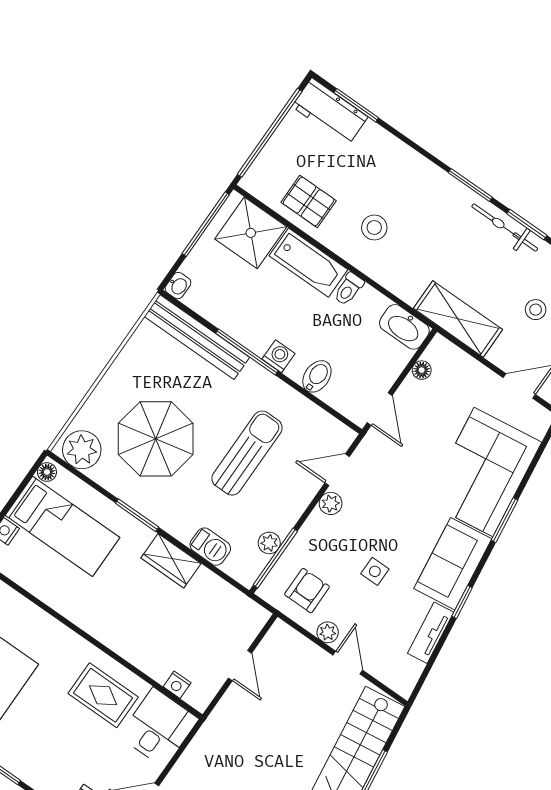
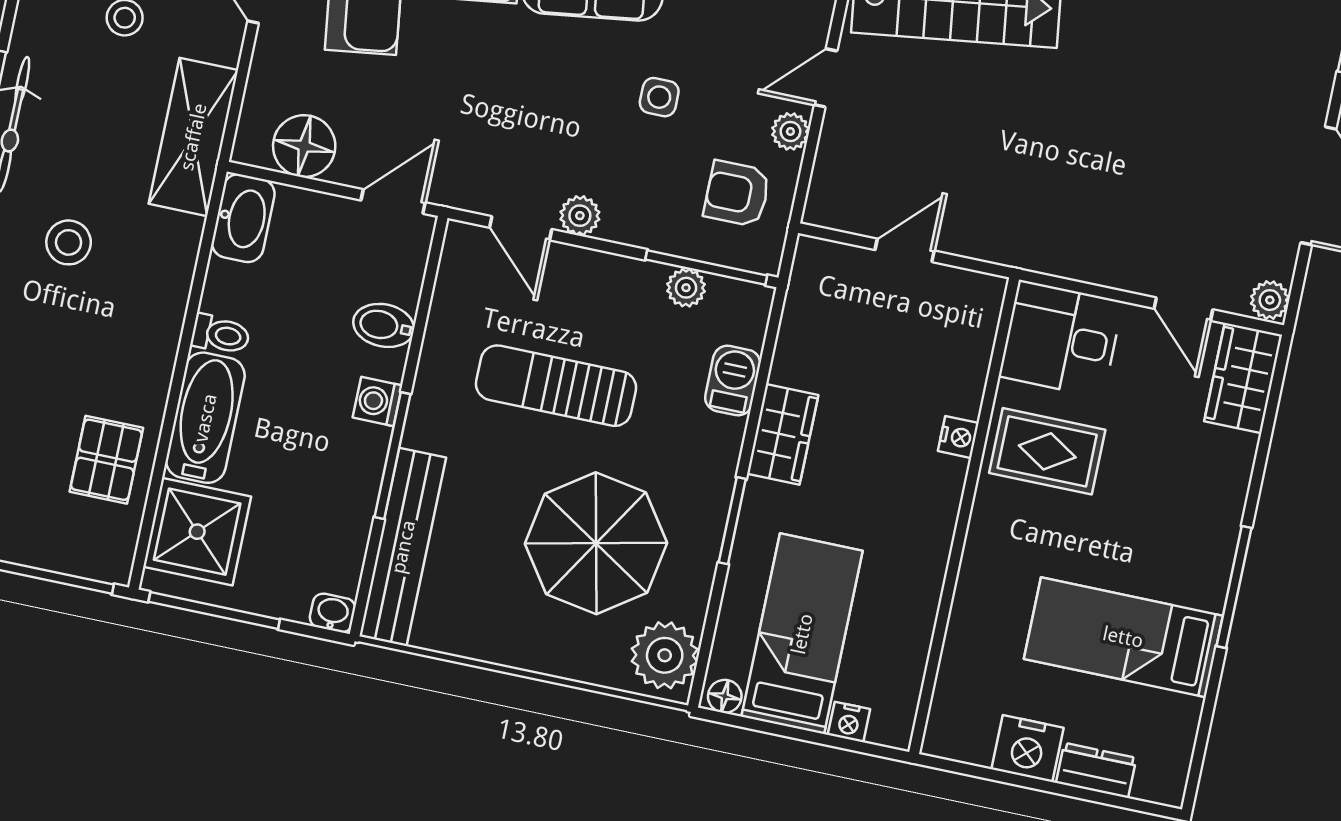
stool: (374, 228) -> (69, 242), moved
floor lamp: (422, 370) -> (304, 146), width x1.89, depth x1.89
nightstand: (177, 685) -> (958, 437), moved
rug: (103, 695) -> (1047, 451), turned 90

